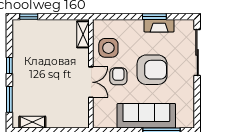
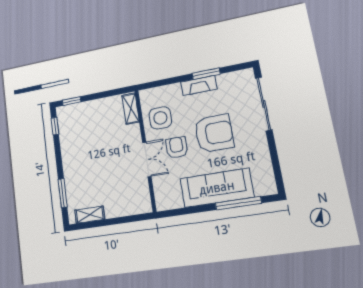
fireplace: (159, 26) -> (199, 85), moved
window: (9, 65) -> (55, 126), moved

